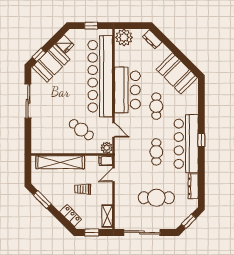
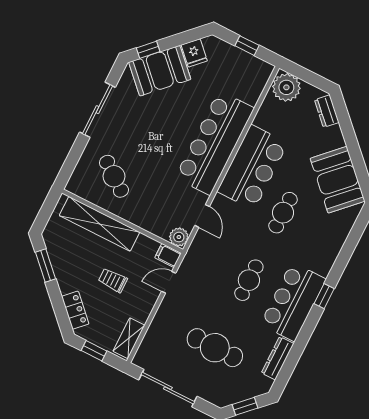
bar counter: (100, 76) -> (215, 143), width x0.73
cafe table: (81, 130) -> (114, 176), moved
bar counter: (186, 144) -> (293, 302), width x0.73

